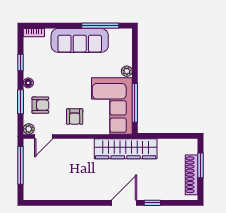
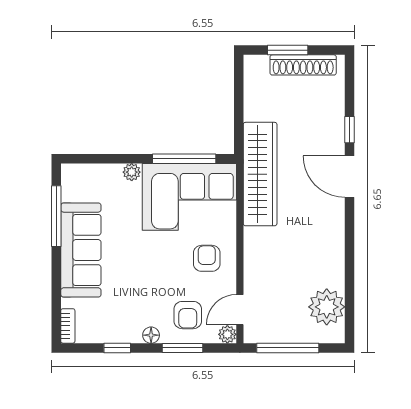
armchair: (40, 105) -> (188, 315), turned 180
armchair: (75, 117) -> (207, 258), turned -90
door: (44, 137) -> (240, 310), swing flipped
plant: (45, 189) -> (327, 307), added

